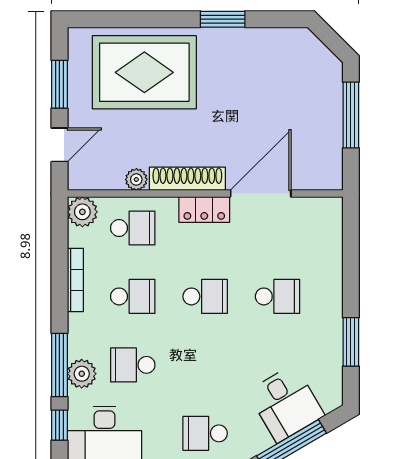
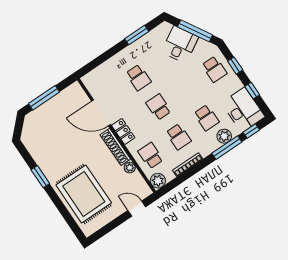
window: (59, 84) -> (112, 225), removed
school desk: (133, 296) -> (178, 137), turned 180
school desk: (278, 296) -> (138, 78), turned 180

